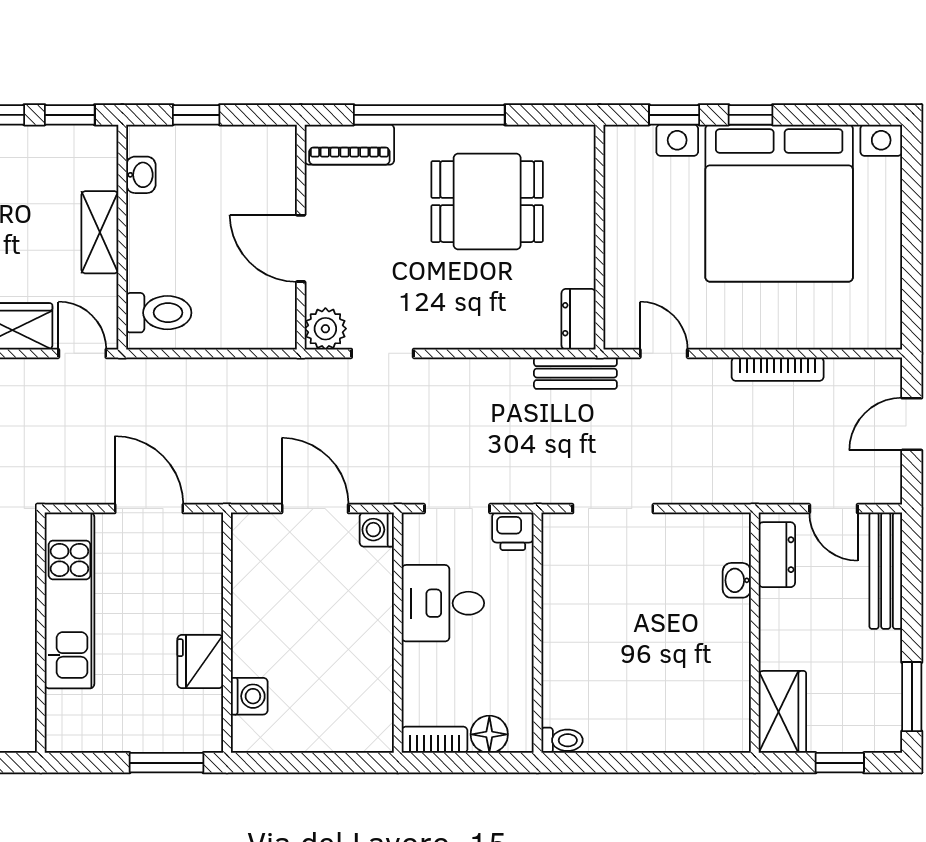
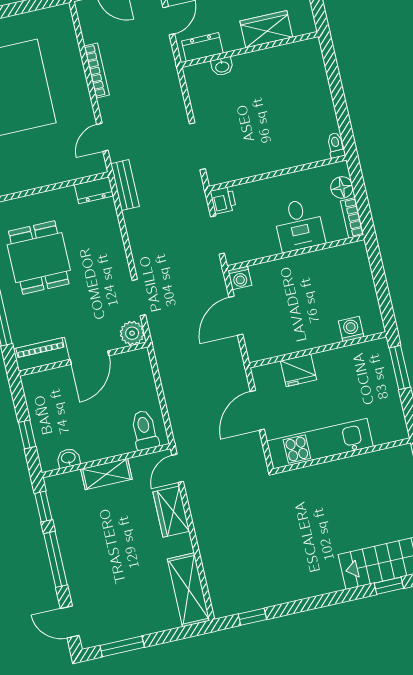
piano: (349, 145) -> (41, 354), moved, turned -90
desk: (443, 603) -> (299, 225), moved
fridge: (200, 661) -> (298, 370), moved
wardrobe: (782, 712) -> (266, 29), moved

